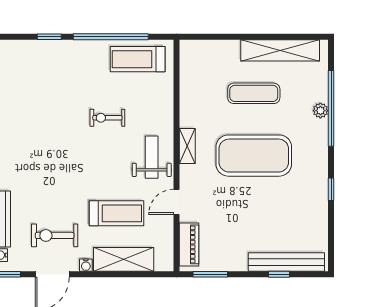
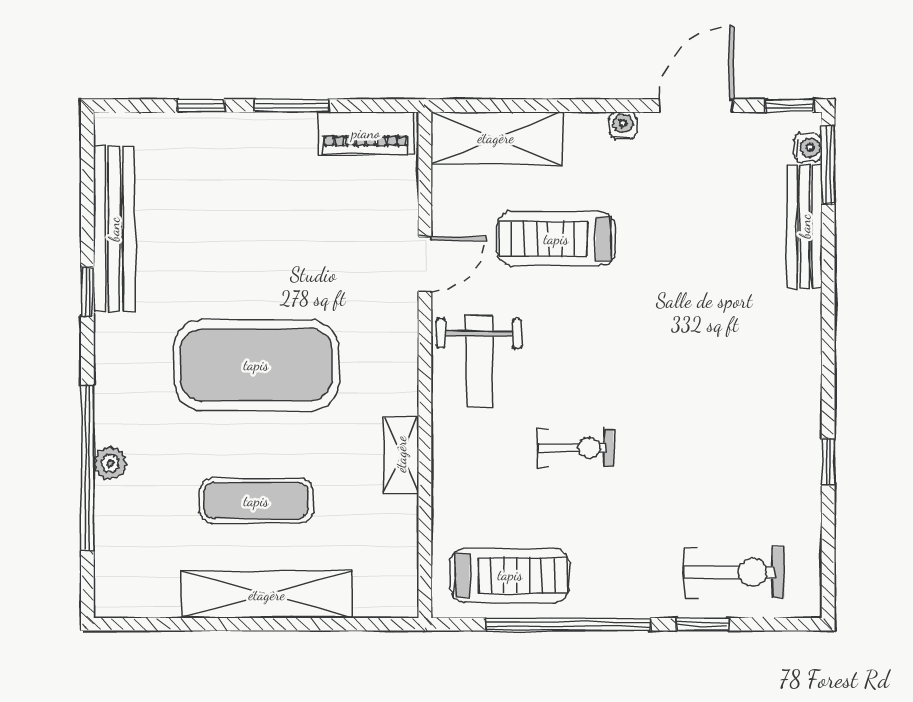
shelving: (280, 50) -> (267, 595), moved
shelving: (187, 146) -> (401, 454), moved
exercise bike: (55, 235) -> (734, 572), moved
piano: (189, 244) -> (366, 133), moved, turned -90
shelving: (124, 259) -> (496, 138), moved
bench: (286, 262) -> (114, 229), moved, turned 90
window: (210, 274) -> (292, 106), moved

